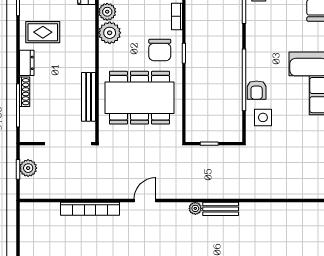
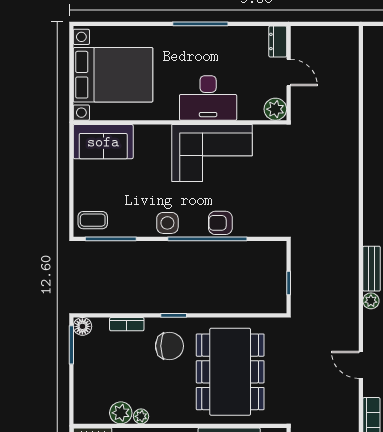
plant: (110, 33) -> (141, 416), width x0.53, depth x0.53
armchair: (257, 90) -> (220, 223), turned 180
side table: (263, 117) -> (167, 223), moved

